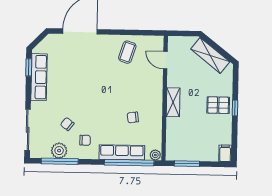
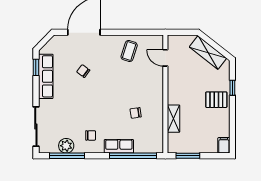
shelving: (173, 102) -> (174, 119), moved
window: (235, 108) -> (232, 88), moved
chair: (67, 124) -> (83, 71), moved
row of seats: (122, 152) -> (119, 146), width x0.68
plant: (155, 155) -> (158, 148), removed

